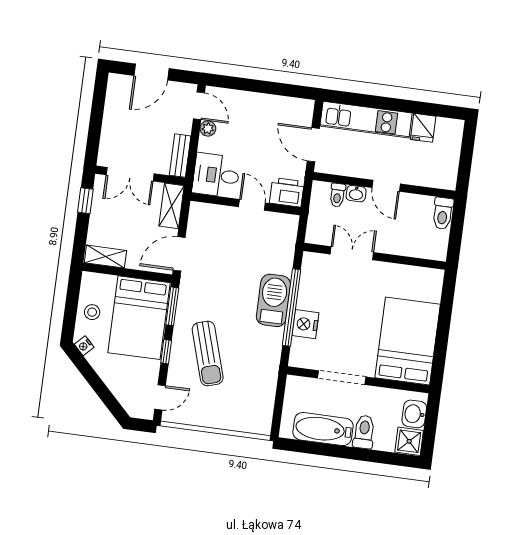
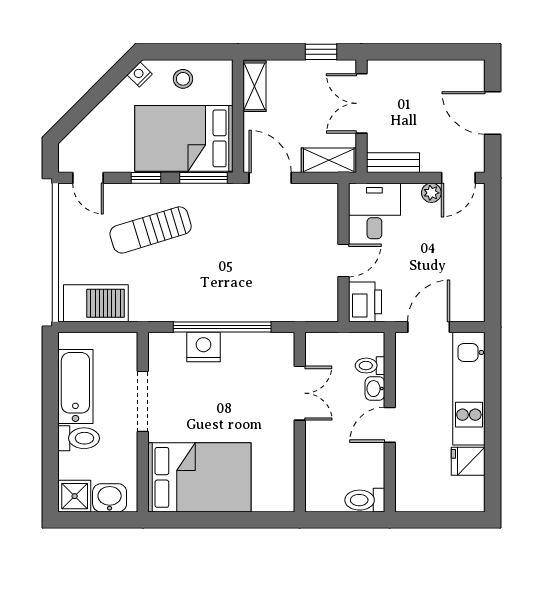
barbecue: (273, 300) -> (96, 303), moved

